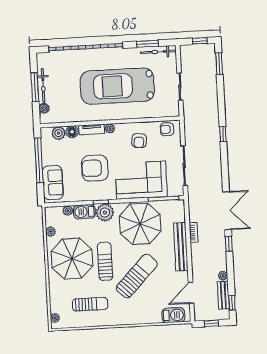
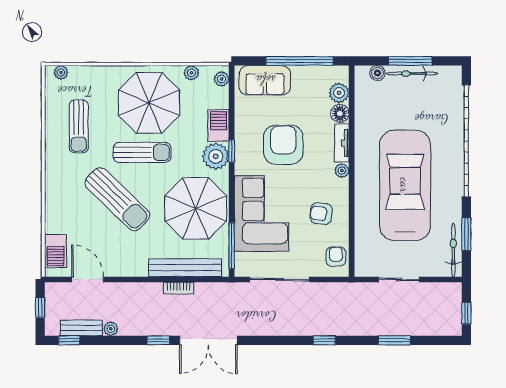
window: (219, 64) -> (394, 340), moved
plant: (68, 211) -> (222, 79), moved
bench: (181, 247) -> (185, 268), moved

